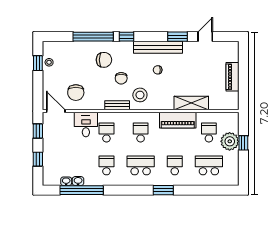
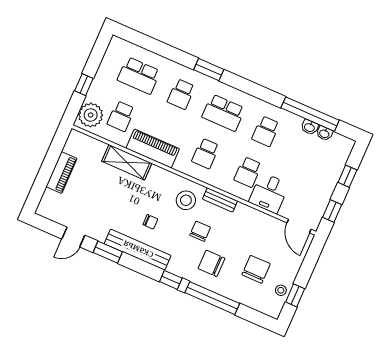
chair: (76, 93) -> (256, 269), moved
plant: (230, 141) -> (91, 115), moved

